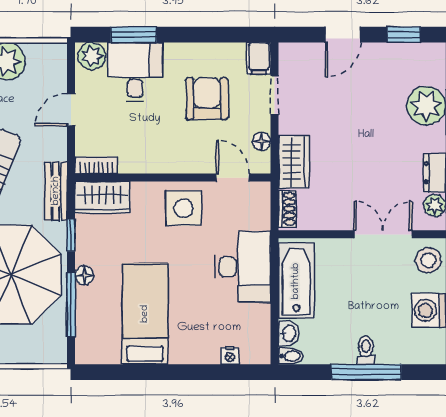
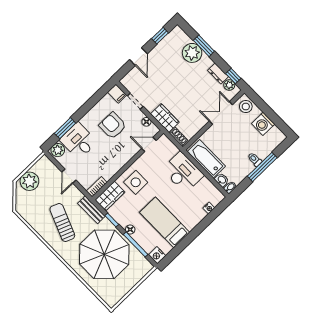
side table: (184, 208) -> (136, 182), moved
nightstand: (87, 351) -> (157, 255), added

